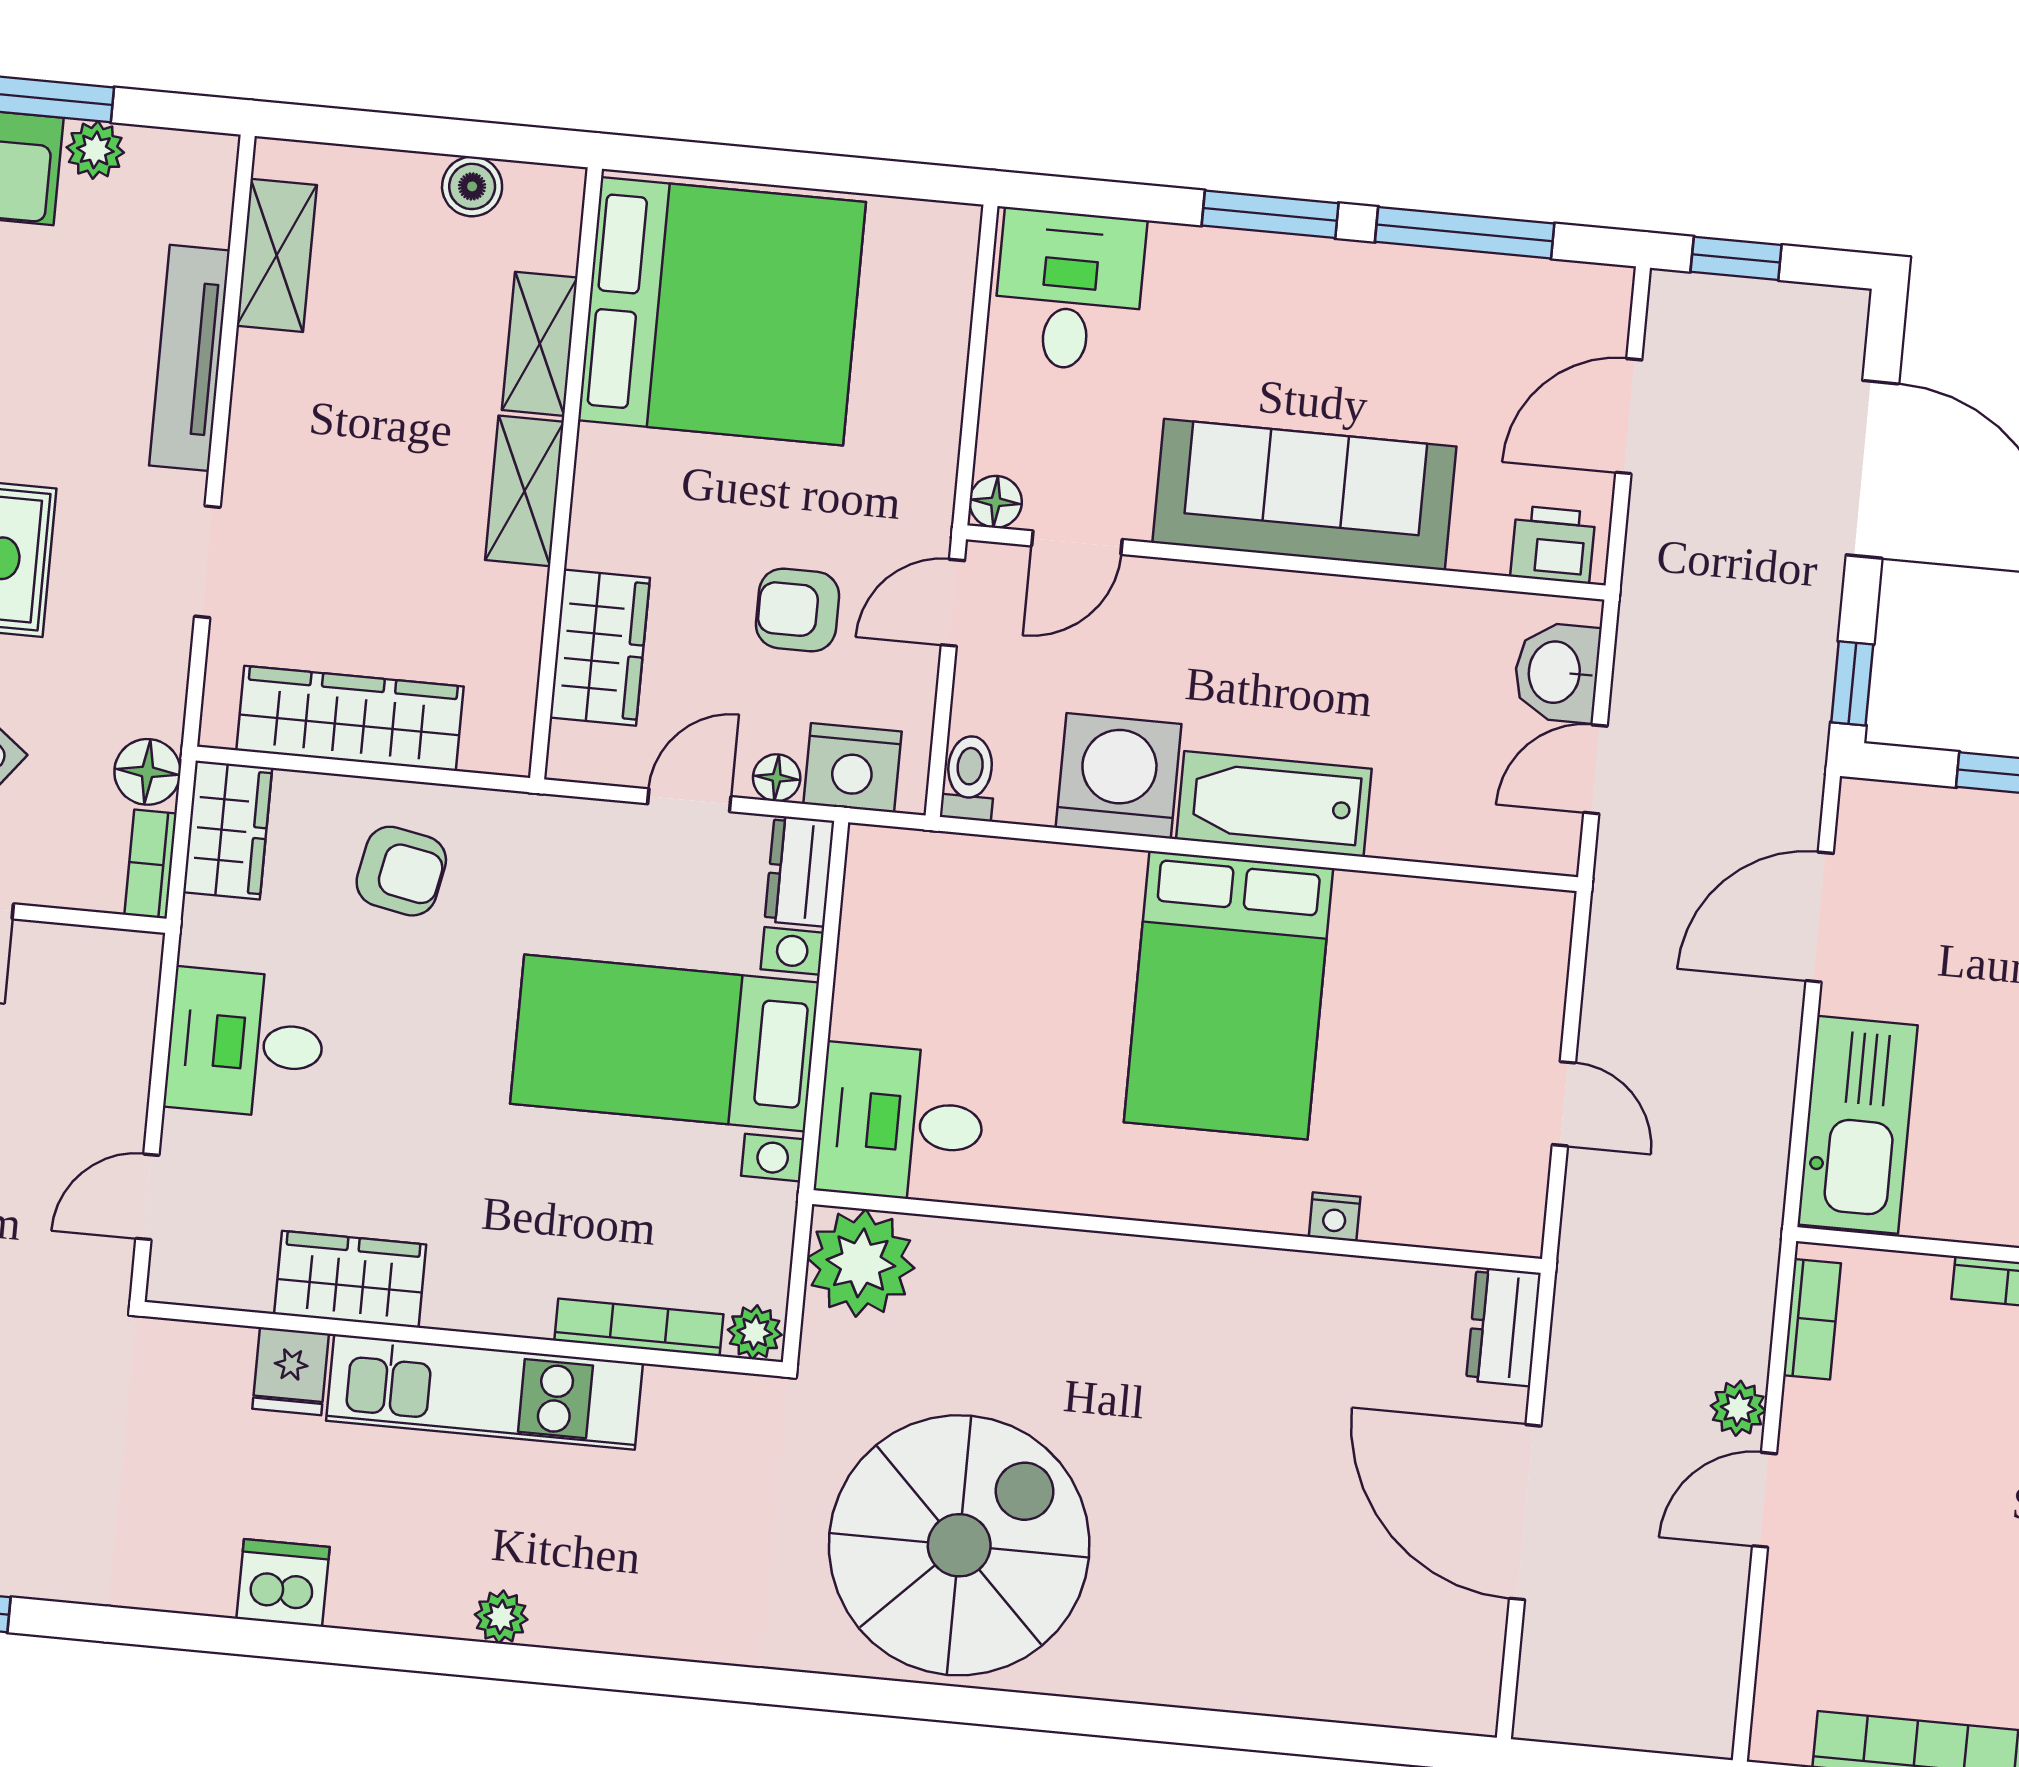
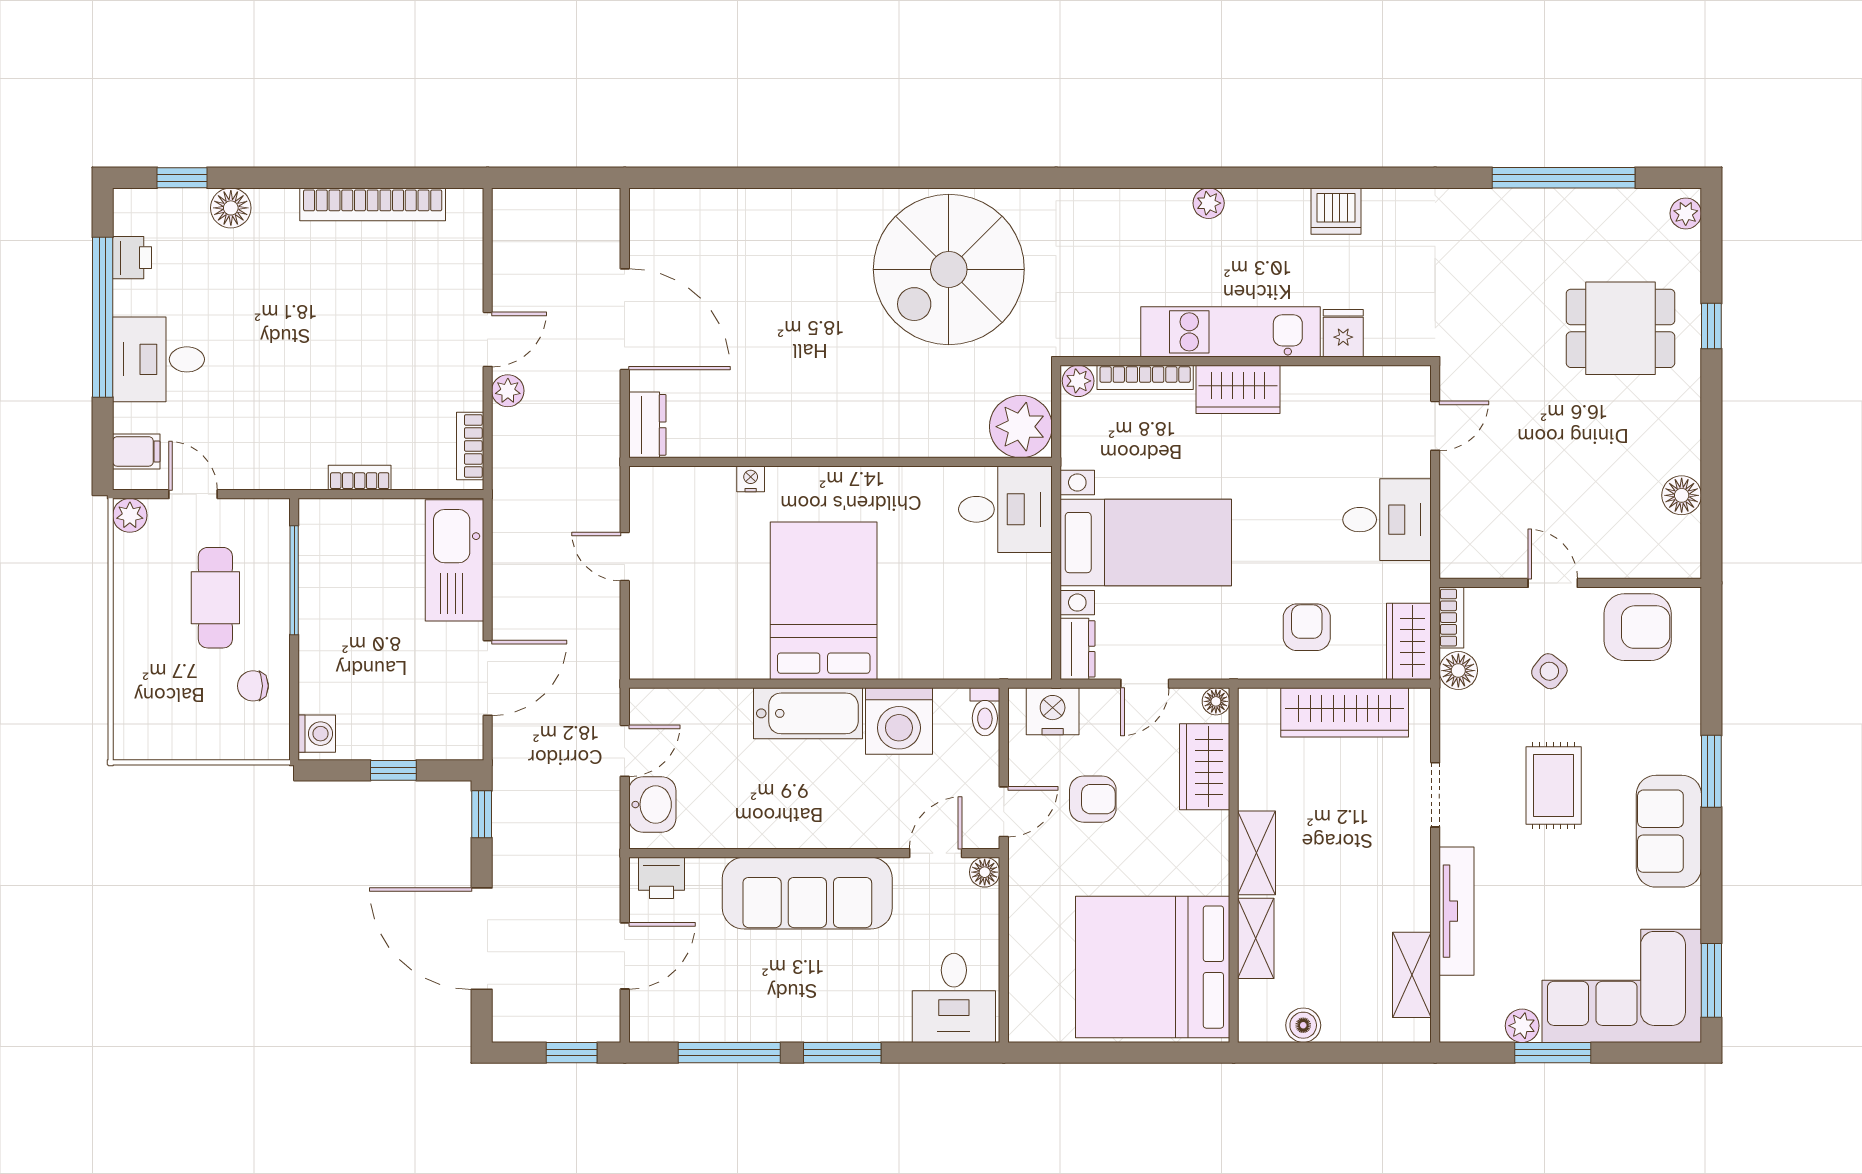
floor lamp: (777, 778) -> (1216, 701), moved
armchair: (401, 871) -> (1307, 627), turned 79
wardrobe: (350, 1279) -> (1238, 389), moved

